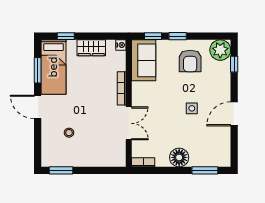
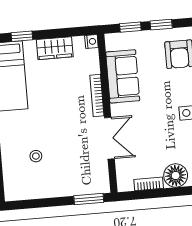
sofa: (144, 60) -> (123, 76), moved
bookcase: (143, 162) -> (149, 184), moved
window: (61, 170) -> (89, 199), moved

